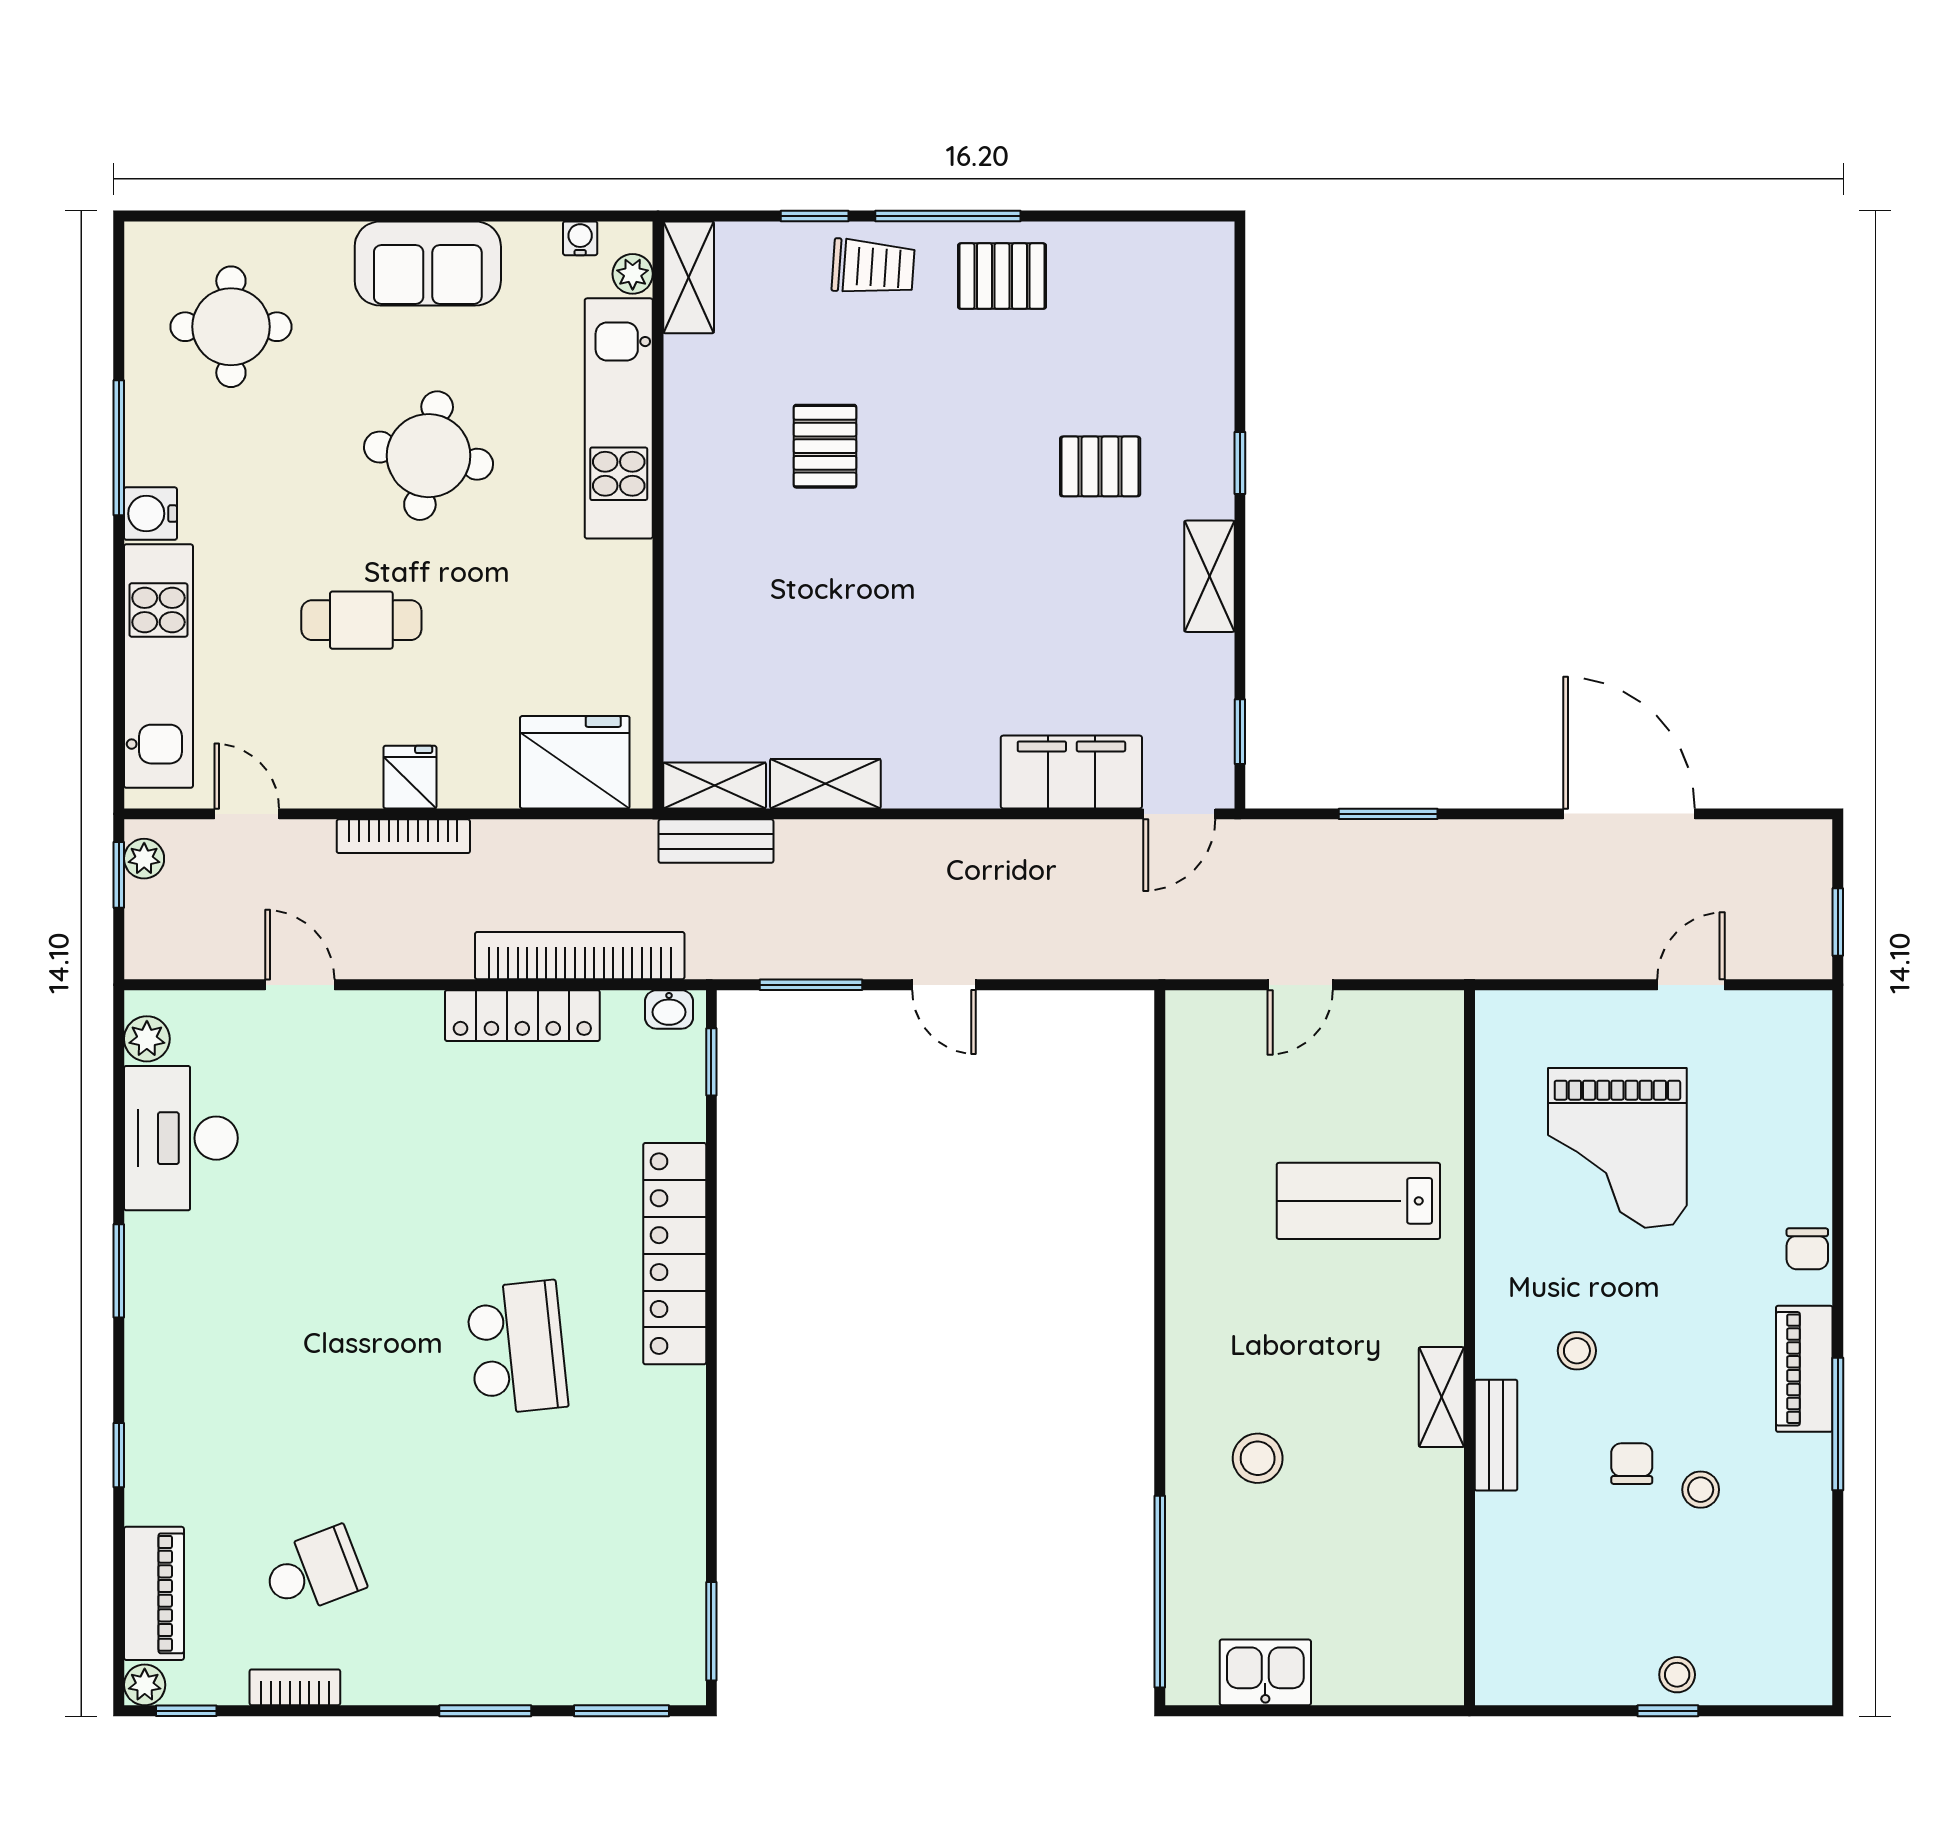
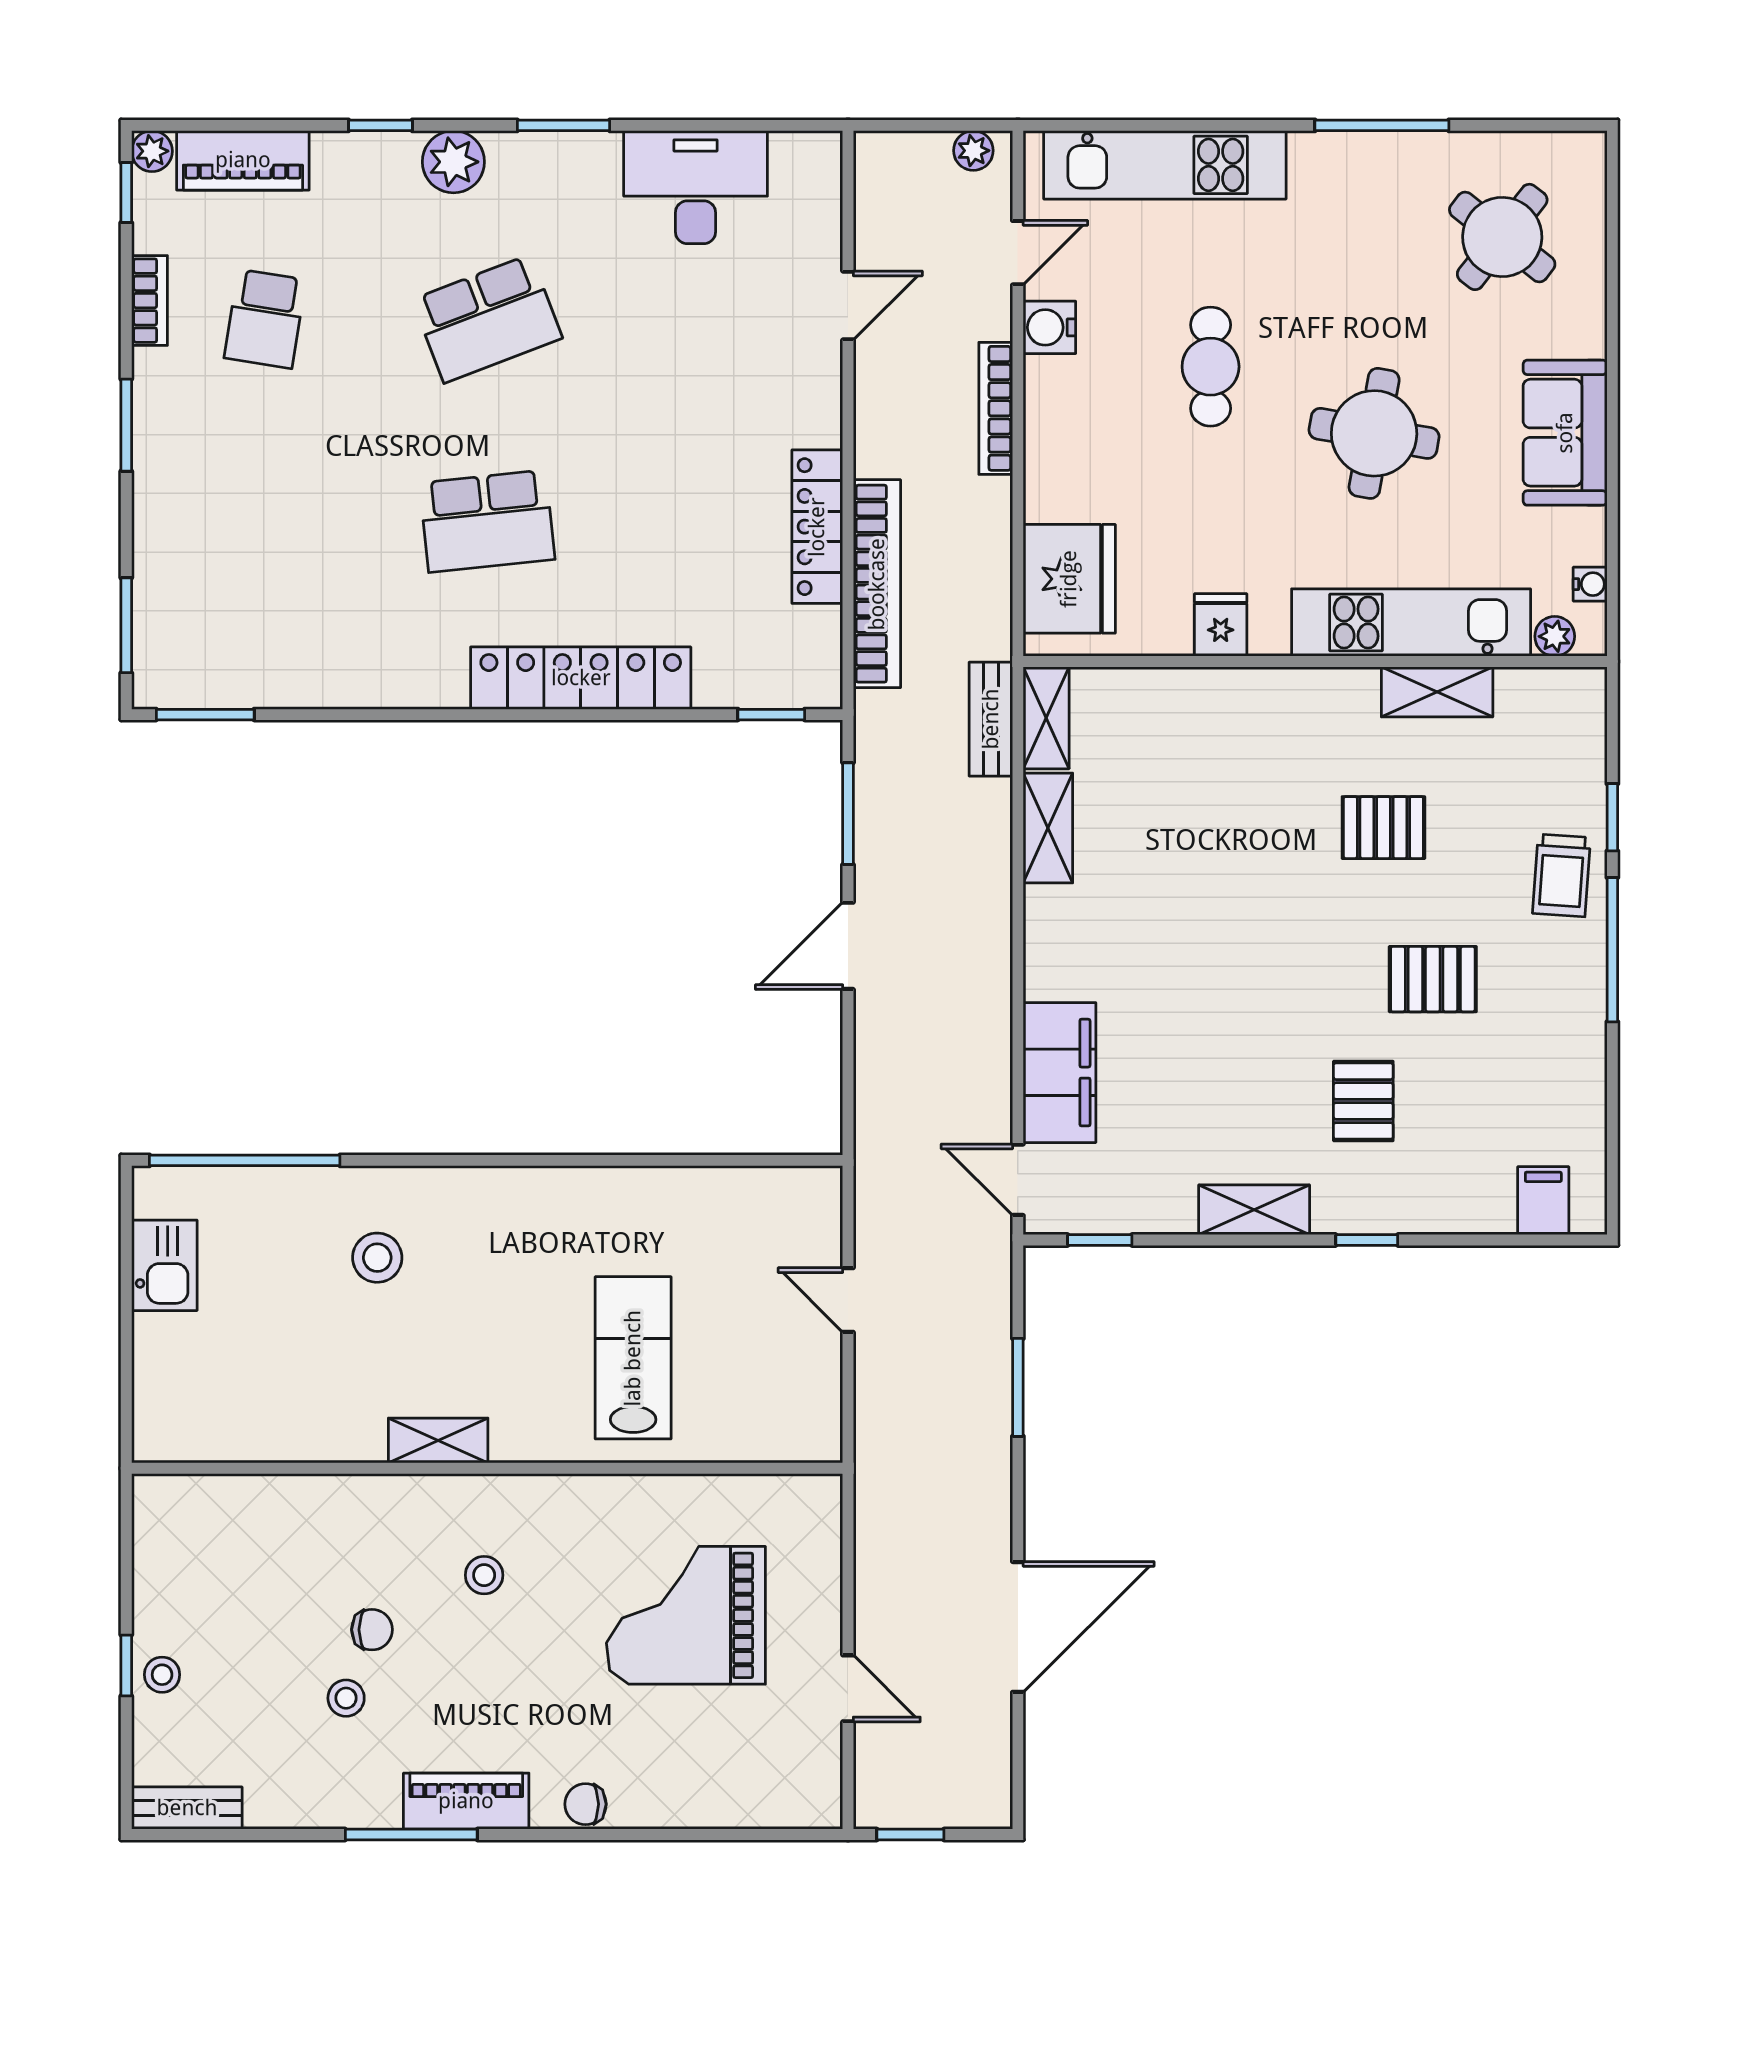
pallet: (1002, 276) -> (1433, 979), moved, turned 90
shelving: (689, 277) -> (1437, 692), moved
filing cabinet: (1200, 285) -> (1543, 1201), added
round table: (231, 327) -> (1502, 237), turned 38
water cooler: (150, 514) -> (1049, 327), moved, turned -90
fridge: (410, 777) -> (1221, 625), moved, turned -90
window: (119, 875) -> (957, 125), removed
door: (944, 985) -> (848, 946), width x1.38
washbasin: (669, 1009) -> (823, 672), removed
plant: (147, 1039) -> (453, 162), moved, width x1.38, depth x1.38
school desk: (313, 1348) -> (487, 319), added
bench: (1496, 1435) -> (187, 1808), moved
school desk: (313, 1571) -> (265, 319), turned 30
window: (485, 1711) -> (126, 425), moved

